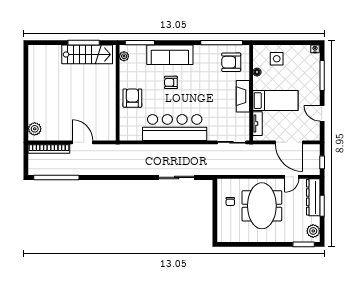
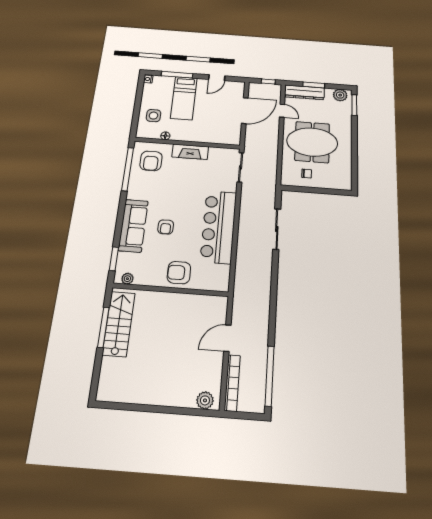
window: (140, 43) -> (114, 259), width x0.69
bed: (275, 101) -> (184, 98), moved, turned 180
tv unit: (258, 124) -> (222, 140), removed

